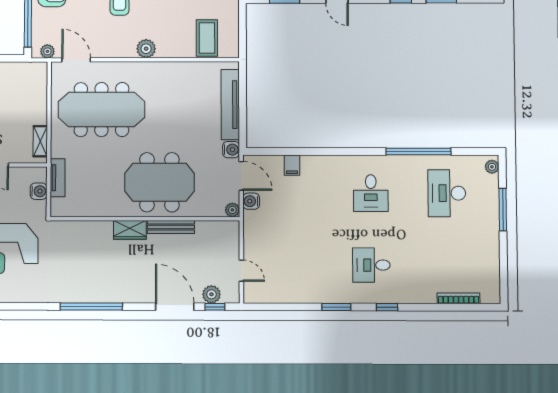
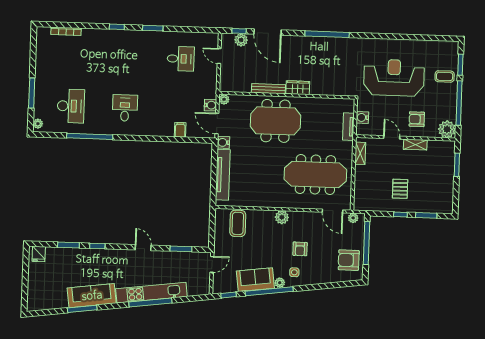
desk: (371, 265) -> (181, 59), moved

